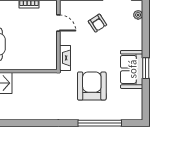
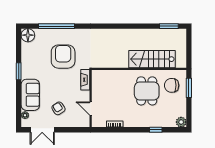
sofa: (132, 69) -> (30, 95), moved
armchair: (92, 86) -> (63, 57), turned 180
floor lamp: (135, 112) -> (28, 35), added

